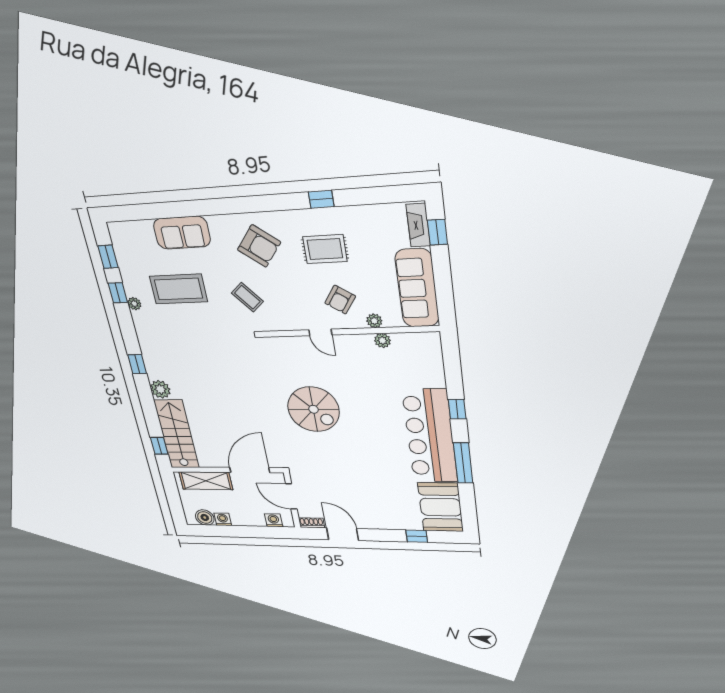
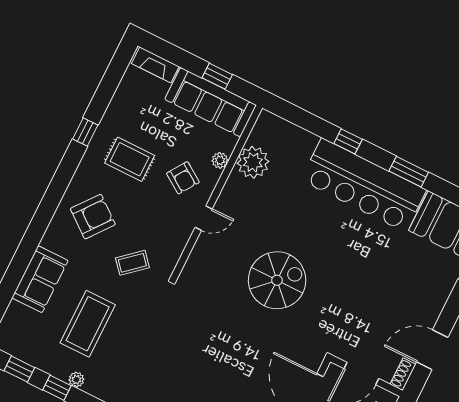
window: (437, 232) -> (217, 76), moved
rug: (325, 249) -> (130, 159), turned 90
plant: (382, 341) -> (253, 162), width x1.88, depth x1.88
window: (463, 463) -> (409, 172), width x0.69

